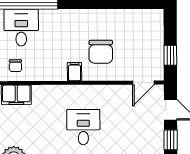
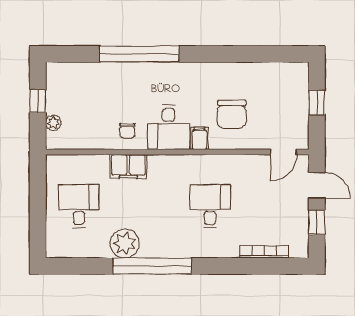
desk: (21, 28) -> (169, 127), moved, turned 180
window: (170, 55) -> (317, 103), moved

